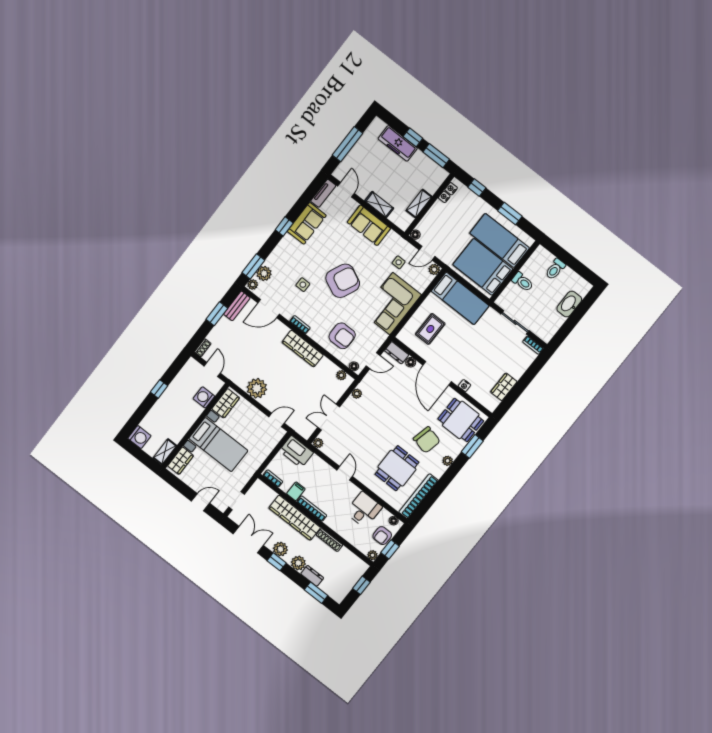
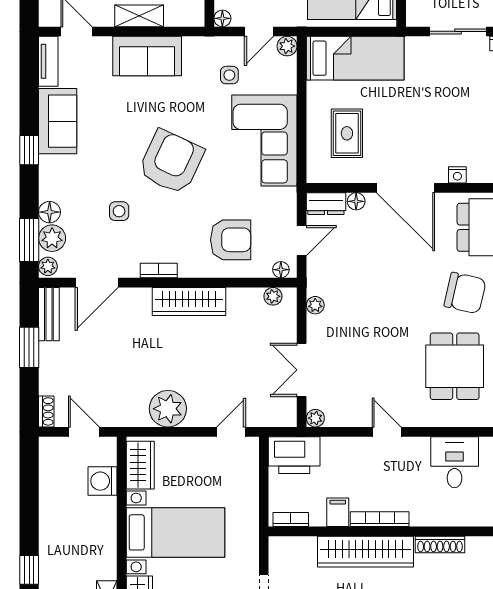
floor lamp: (272, 261) -> (50, 212), added
window: (159, 389) -> (29, 570), moved

